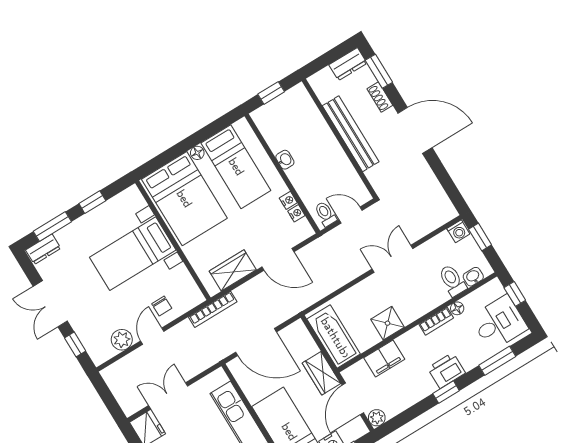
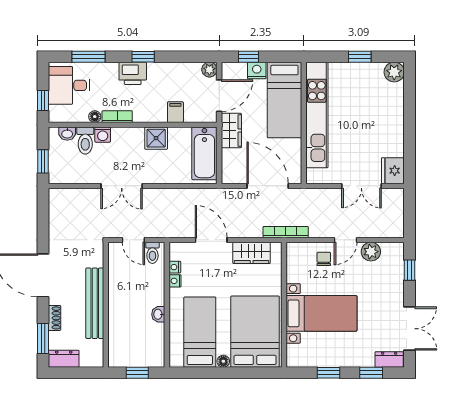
window: (52, 226) -> (371, 373), width x0.67
washing machine: (458, 231) -> (103, 135), moved, turned 180
double door: (50, 304) -> (410, 329), moved
filing cabinet: (384, 359) -> (175, 112), width x0.50

